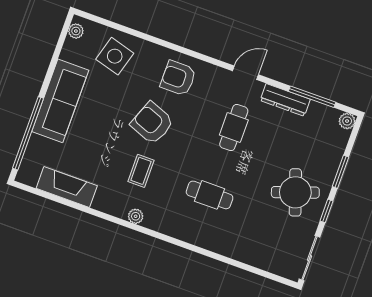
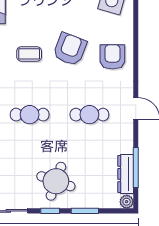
dresser: (285, 100) -> (126, 174), moved
round table: (295, 192) -> (56, 181), turned 38
cafe table: (210, 195) -> (30, 115), turned 90

